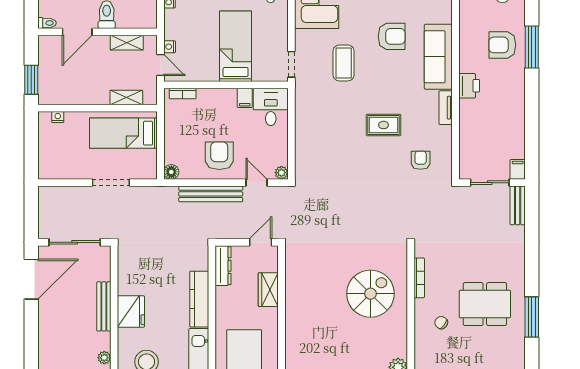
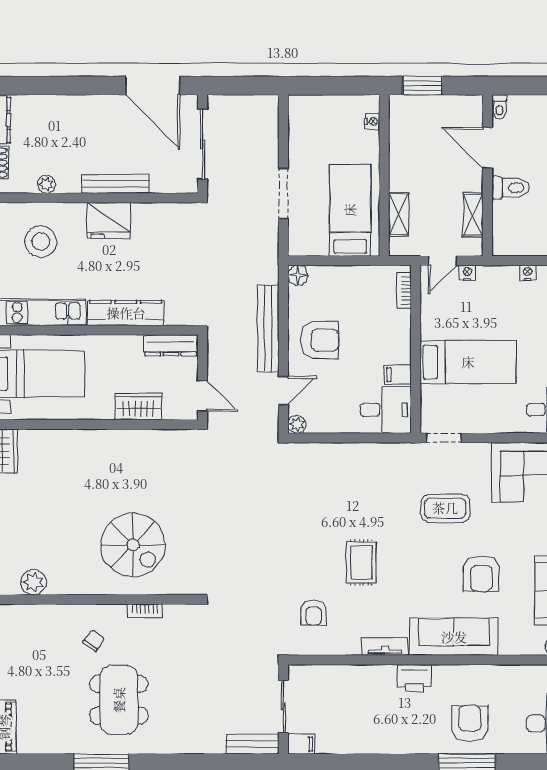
armchair: (421, 160) -> (314, 613), turned 90
bookcase: (419, 278) -> (145, 611), width x0.64

